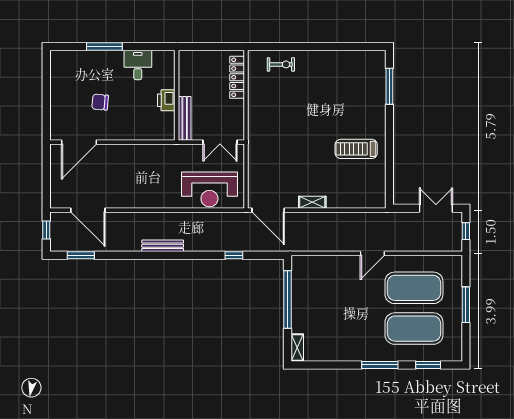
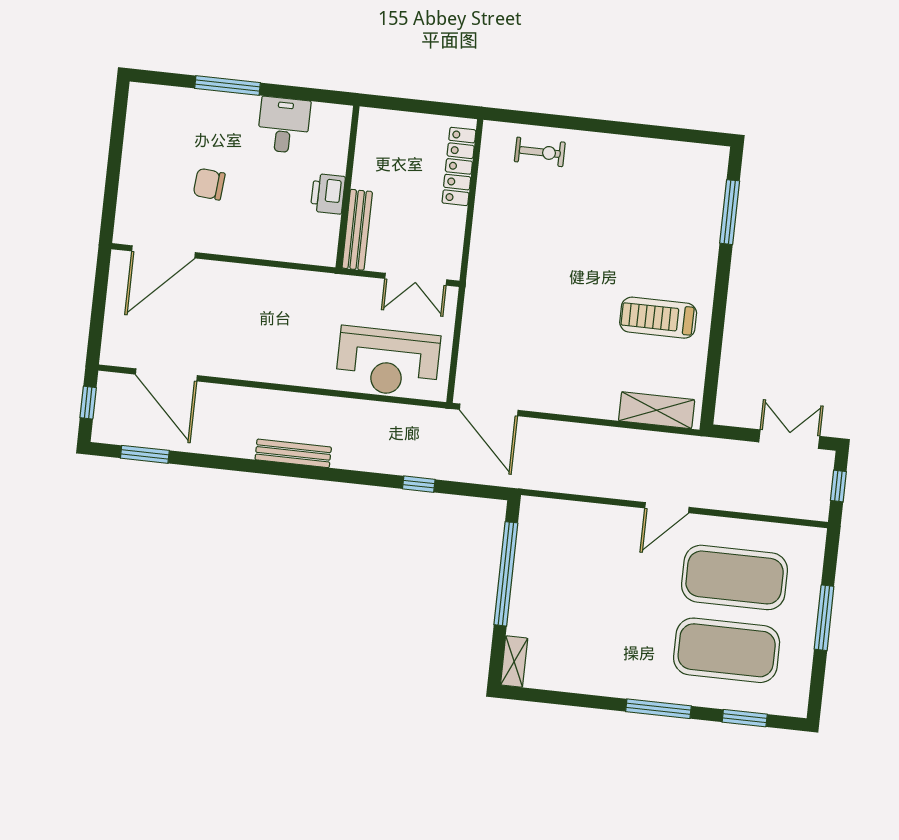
shelving: (312, 202) -> (657, 410), moved, width x1.50, depth x1.33

